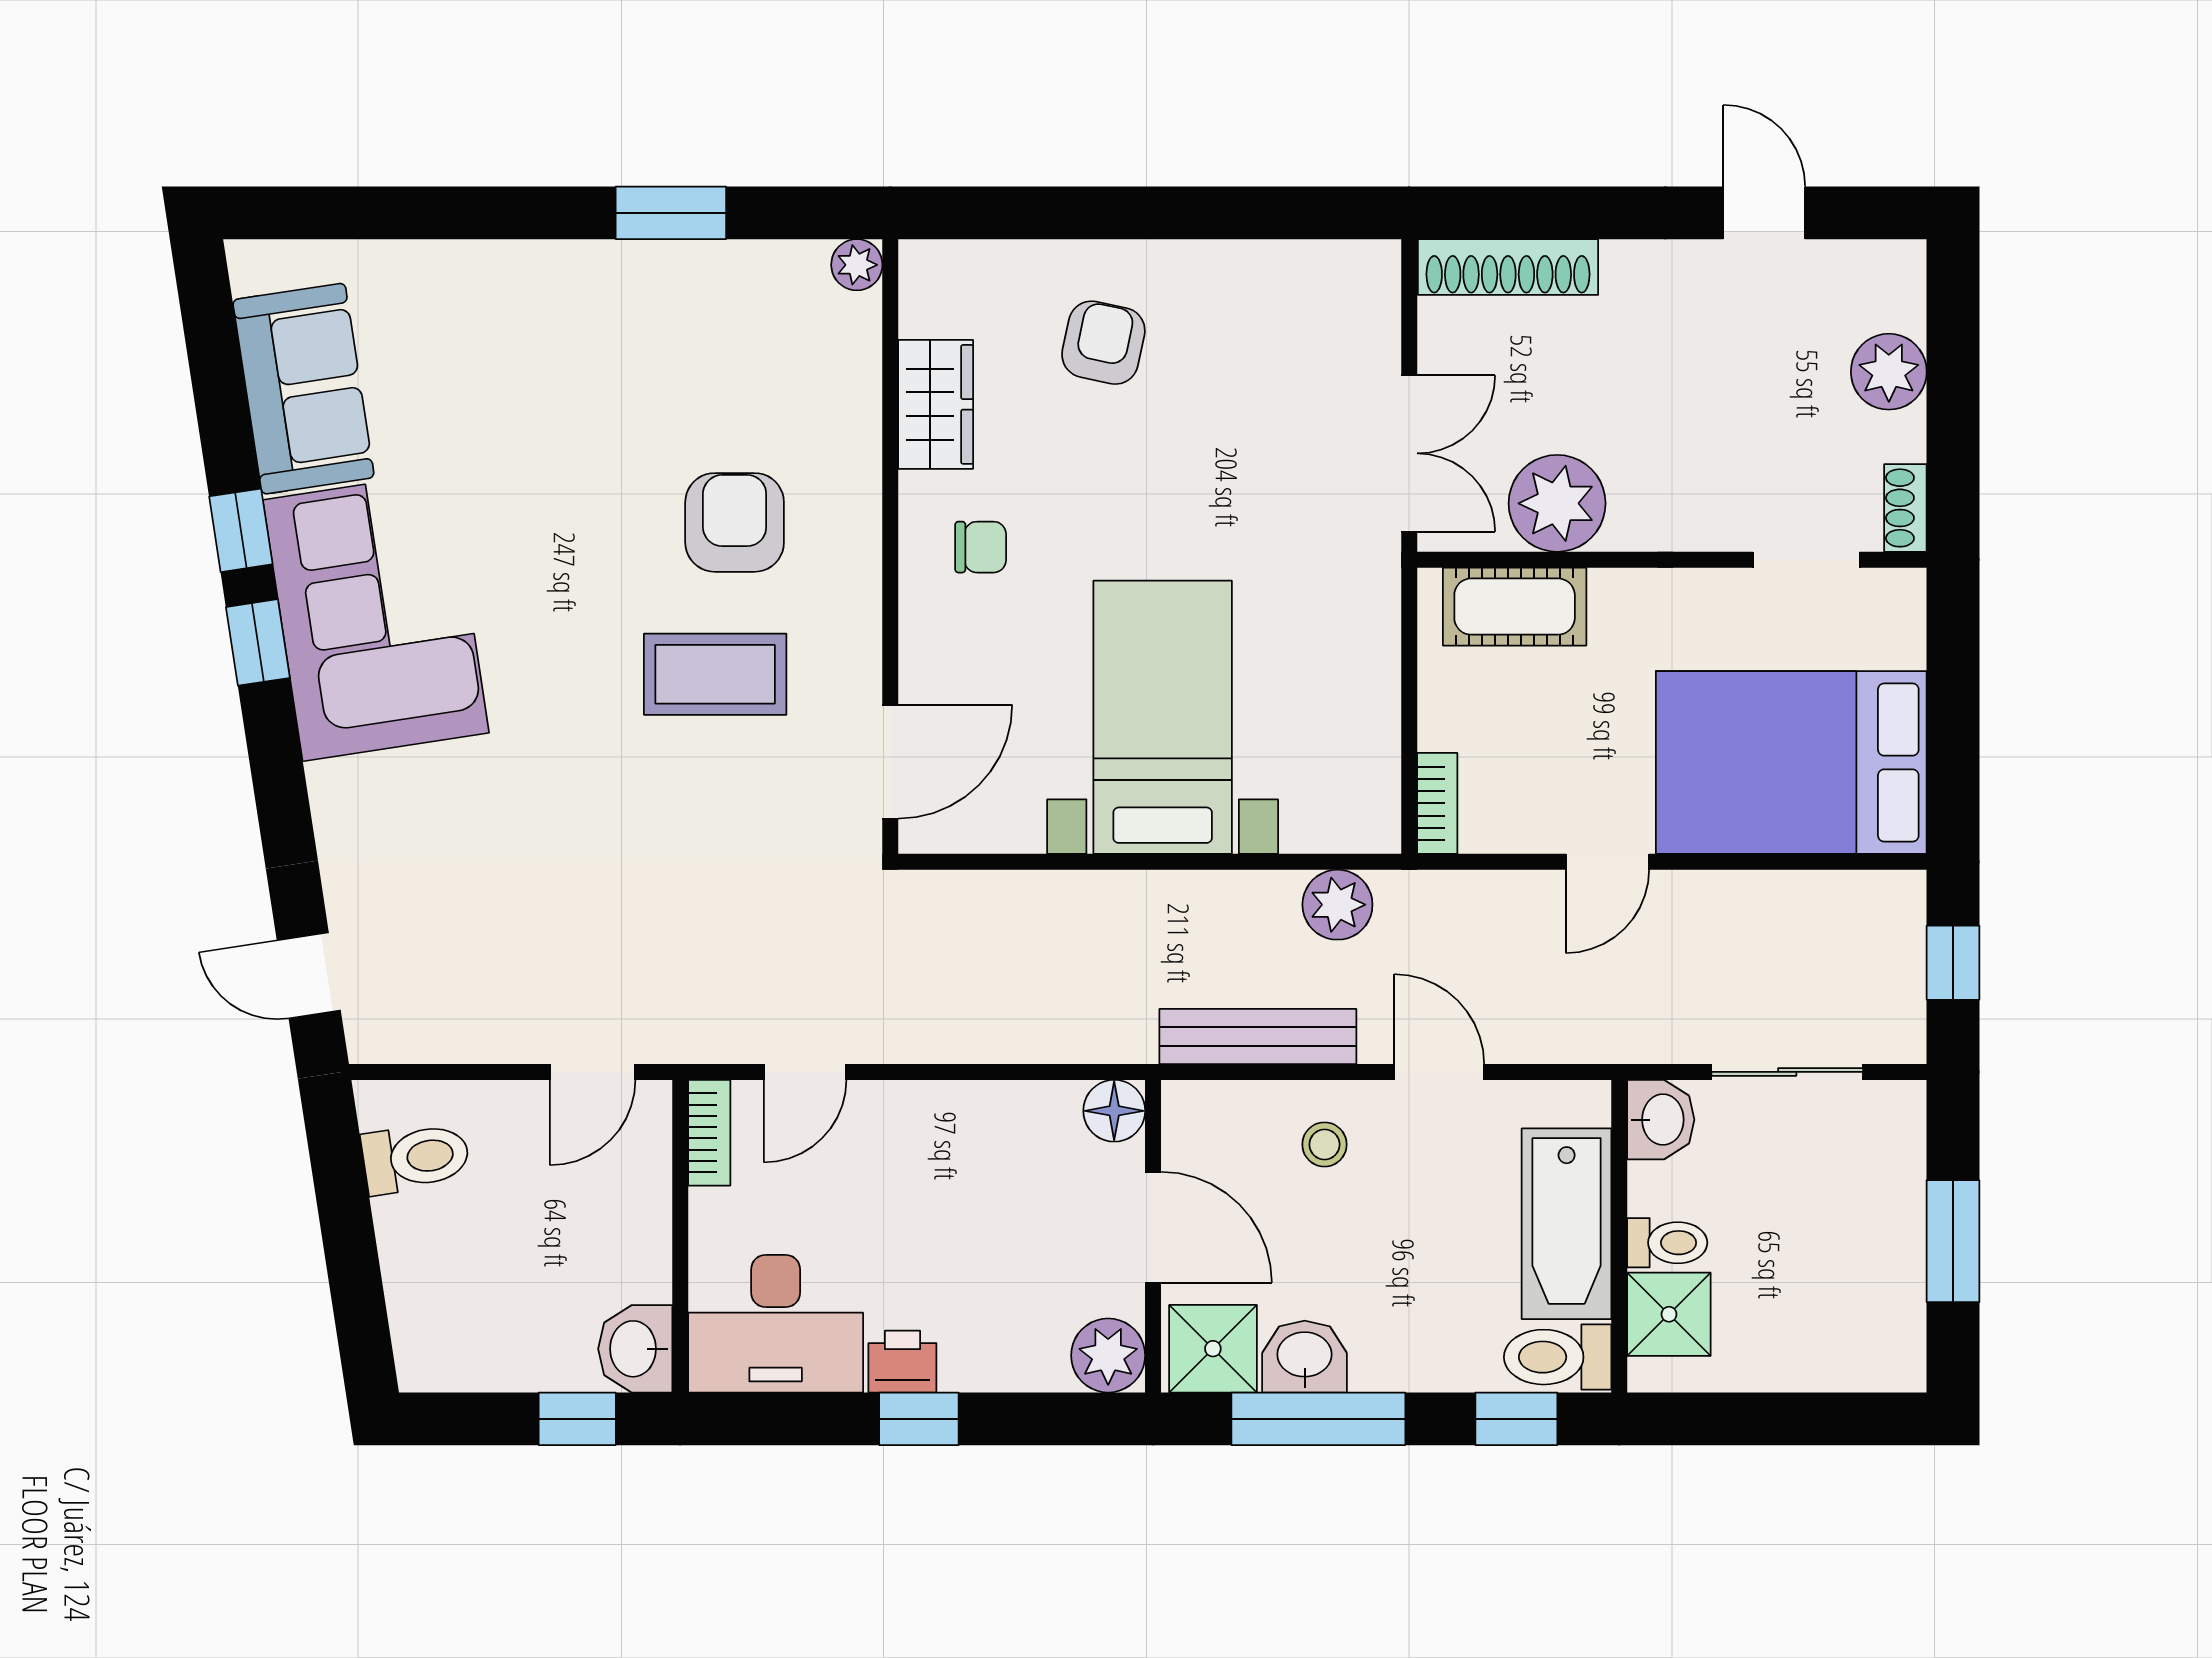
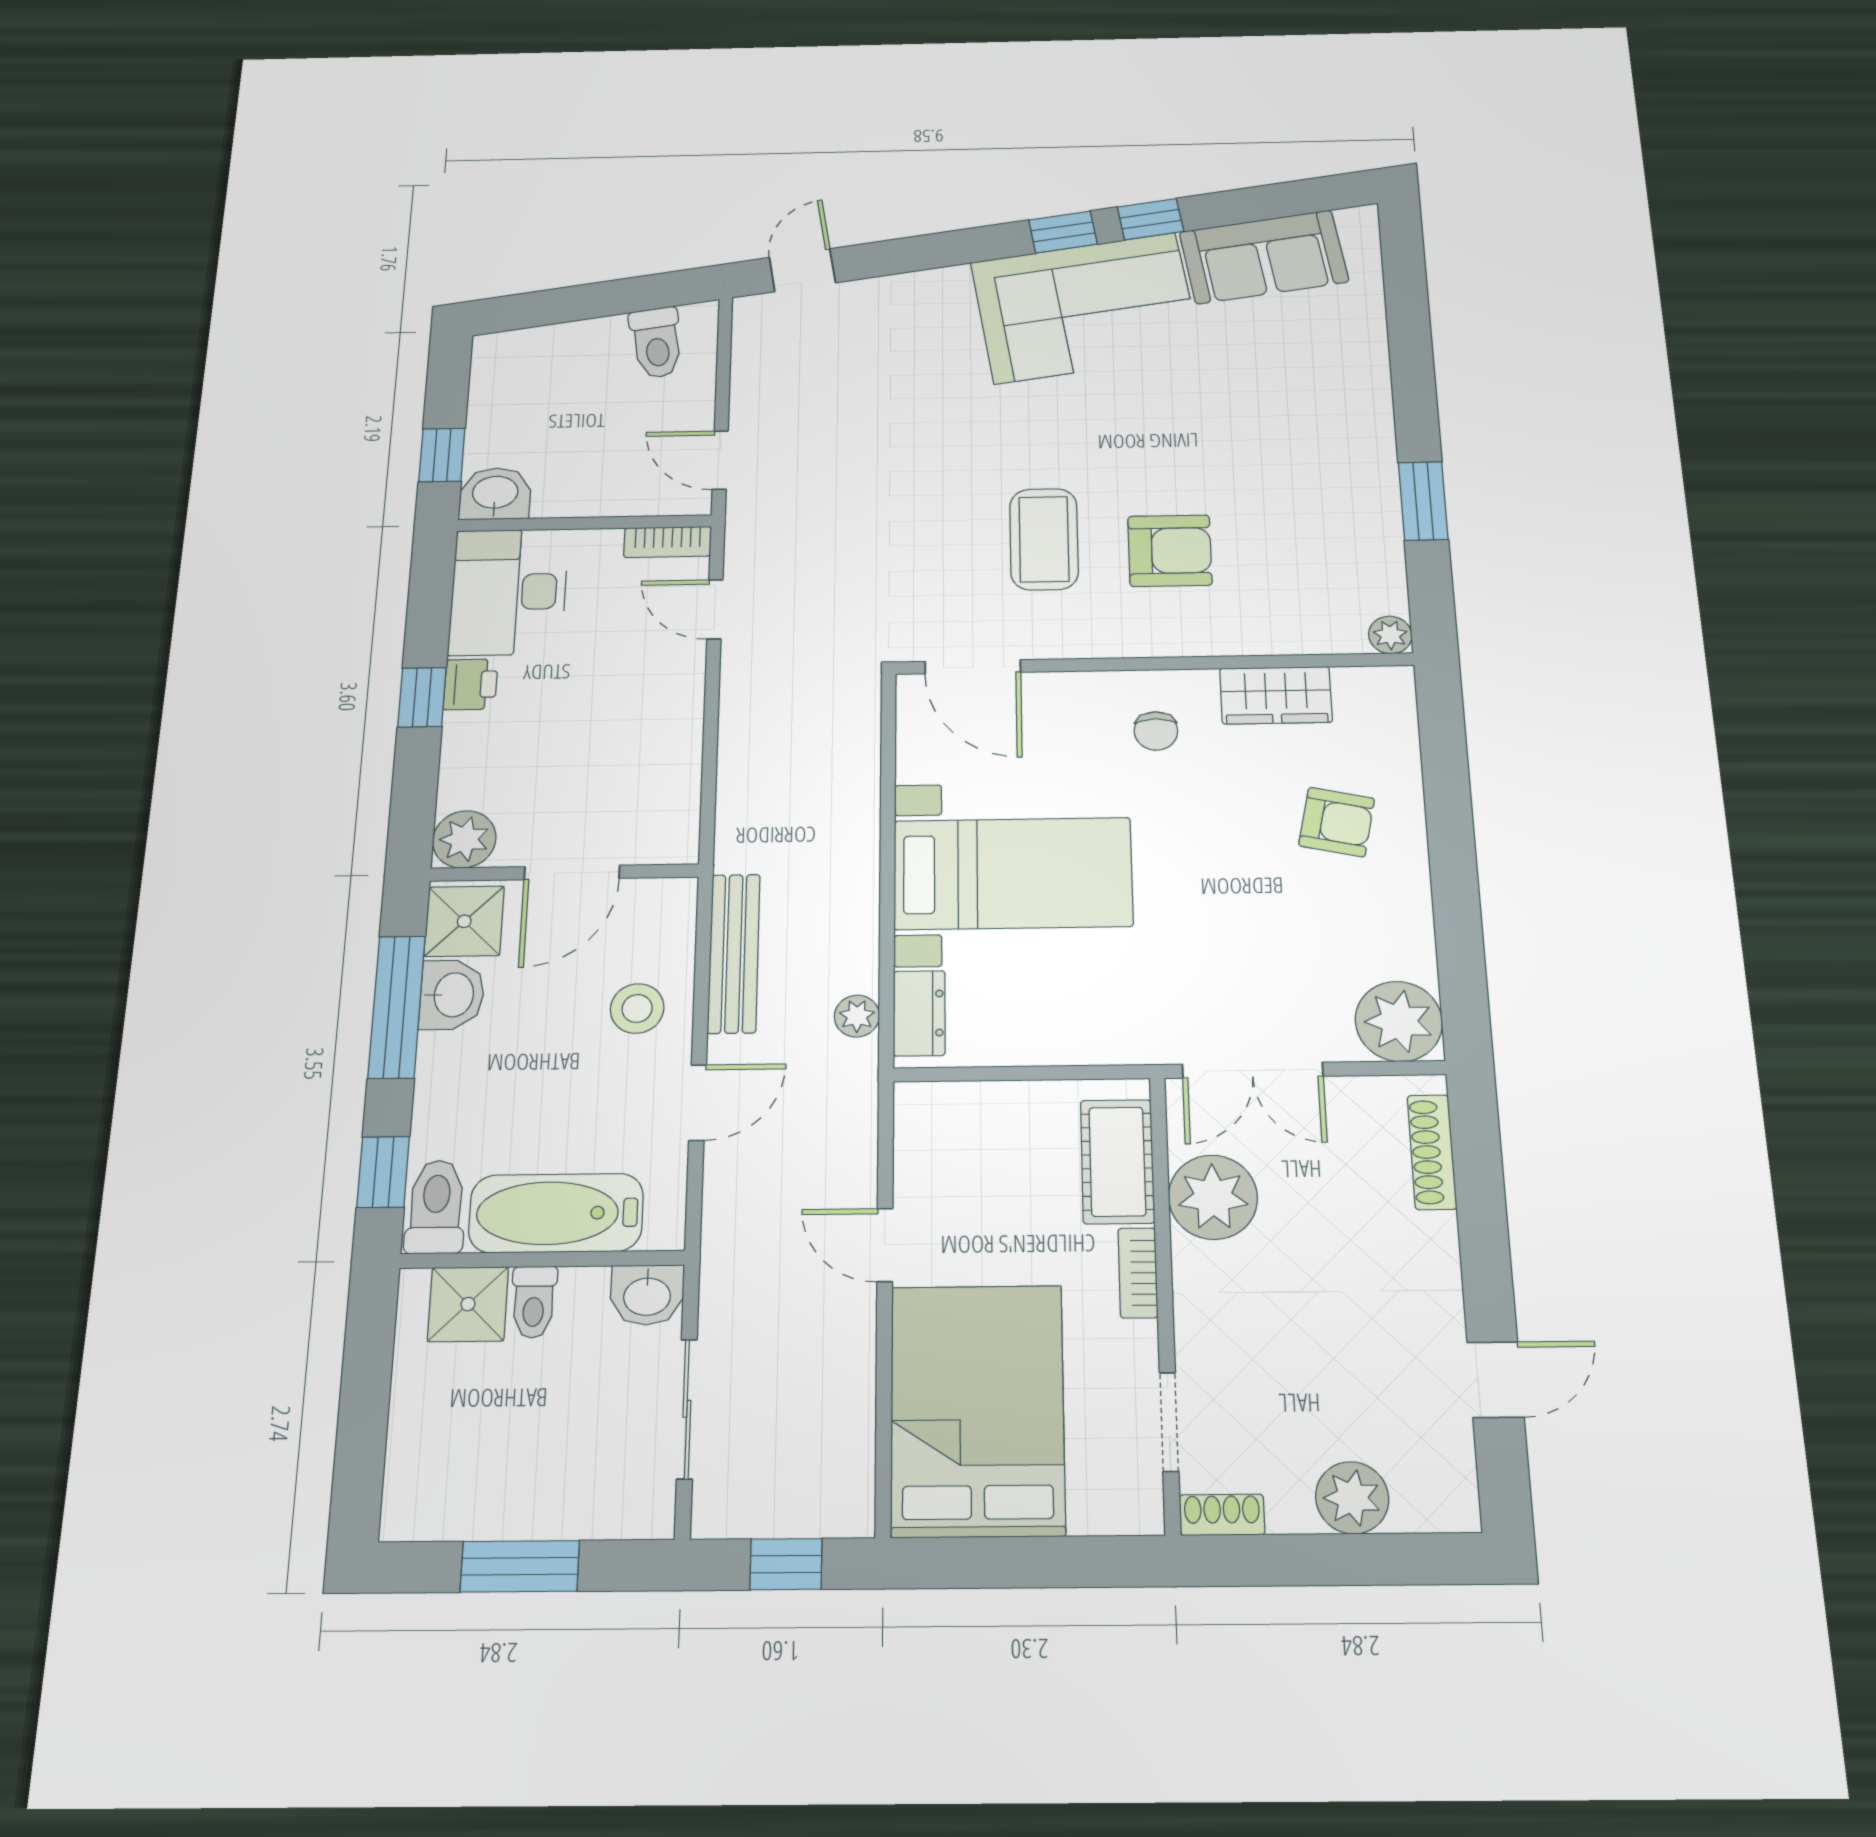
shoe rack: (1508, 267) -> (1432, 1152), width x0.74, depth x0.81
plant: (1353, 288) -> (1399, 1021), added
bookcase: (1437, 803) -> (1138, 1273), moved, turned 90
dresser: (1335, 825) -> (919, 1013), added
plant: (1337, 905) -> (857, 1016), width x0.73, depth x0.73
floor lamp: (1114, 1111) -> (674, 841), removed
stool: (1324, 1144) -> (637, 1008), width x1.37, depth x1.37

